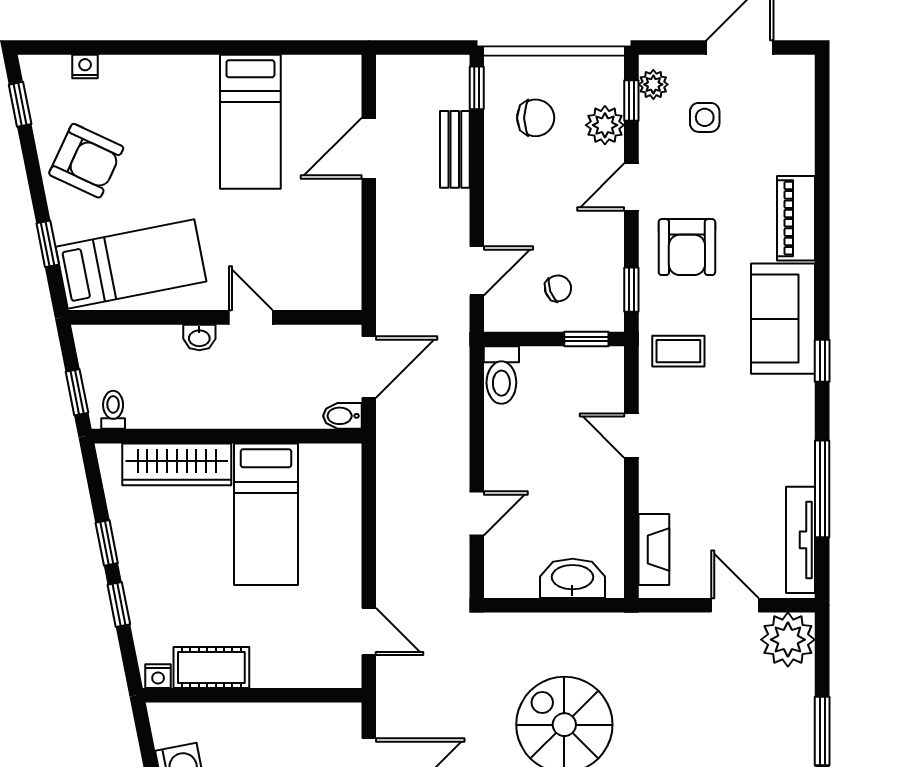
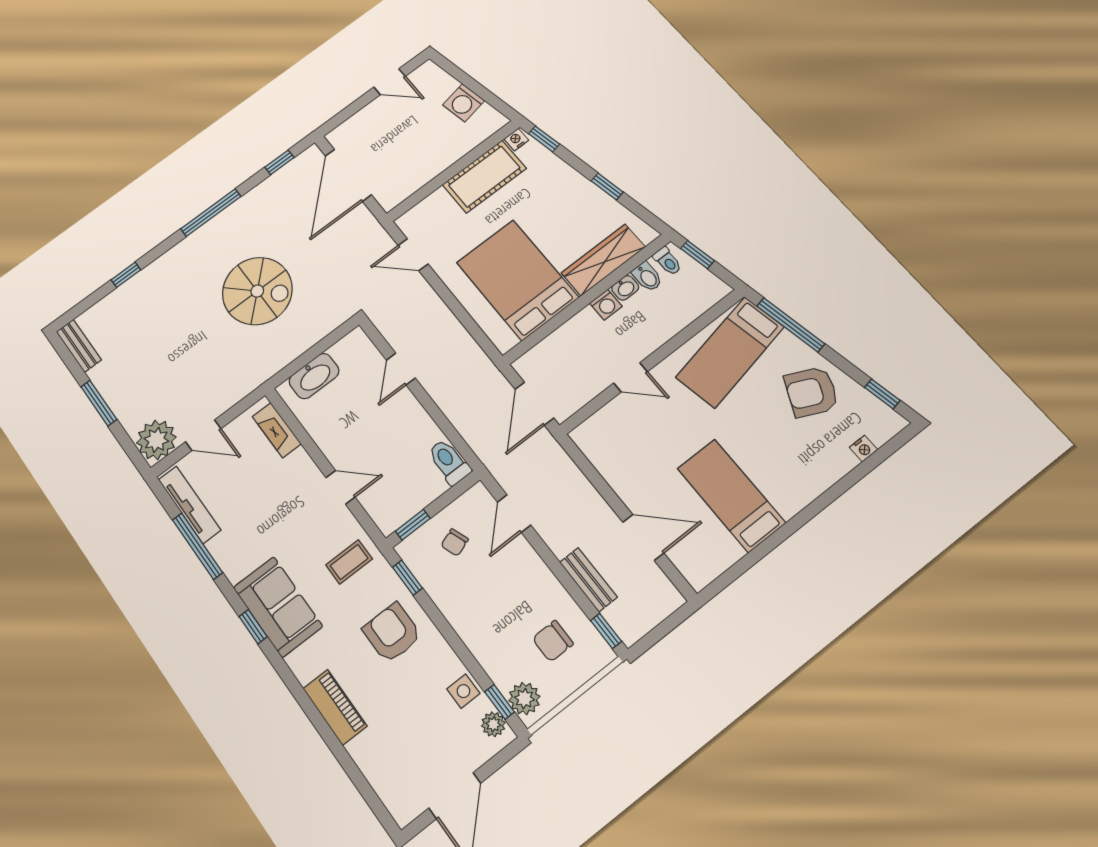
side table: (705, 117) -> (463, 691), moved
plant: (605, 125) -> (524, 699), moved
door: (369, 148) -> (643, 537), hinge flipped
door: (631, 187) -> (457, 644), removed
window: (48, 244) -> (791, 325), width x2.17
sofa: (783, 319) -> (278, 607), moved
washbasin: (199, 338) -> (625, 288), moved, turned 180
washing machine: (213, 414) -> (606, 305), added
bidet: (342, 416) -> (647, 277), moved, turned 90
bed: (266, 514) -> (517, 280), width x1.50
window: (119, 605) -> (544, 139), moved
cot: (211, 668) -> (484, 177), width x1.37, depth x1.34

